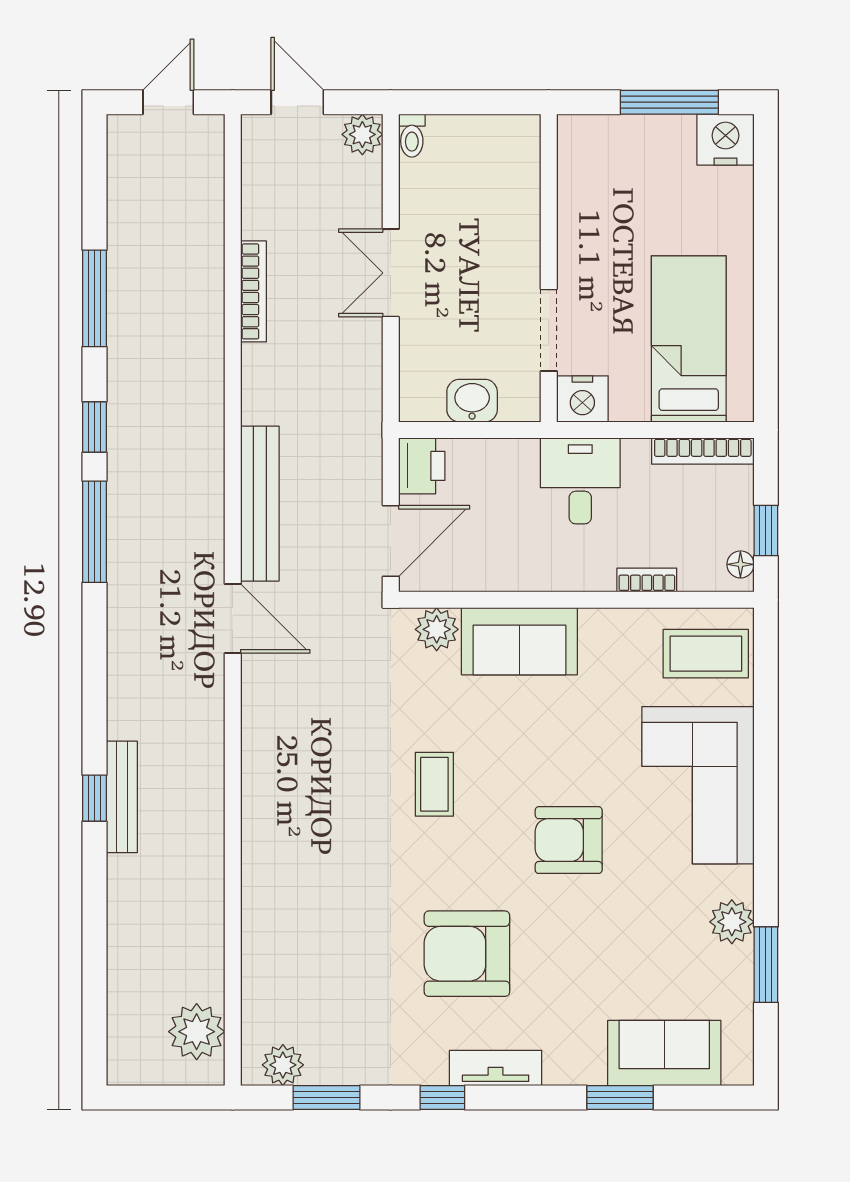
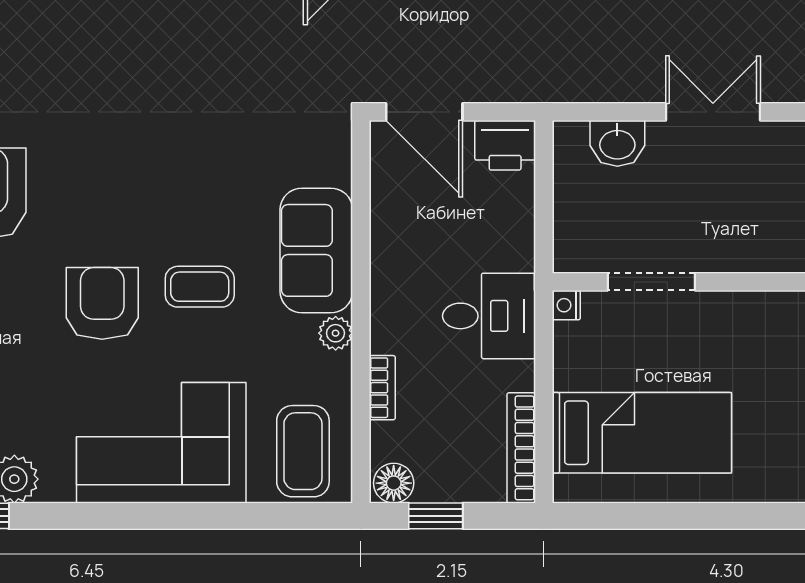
nightstand: (582, 399) -> (566, 305), width x0.53, depth x0.56
washbasin: (472, 401) -> (617, 143), moved, turned 90
floor lamp: (740, 564) -> (394, 483), width x1.37, depth x1.37
plant: (437, 629) -> (336, 333), moved, width x0.73, depth x0.73
coffee table: (434, 784) -> (200, 287), moved

